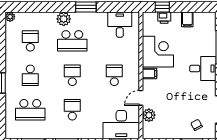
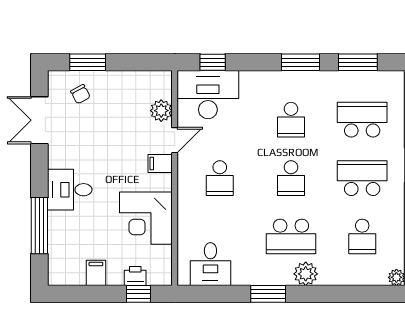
school desk: (72, 41) -> (291, 237), turned 180
filing cabinet: (149, 74) -> (160, 163), moved
school desk: (30, 75) -> (362, 178), width x1.85

